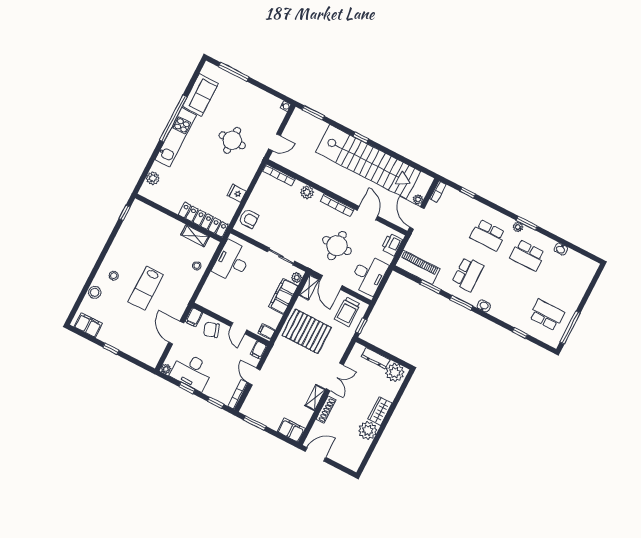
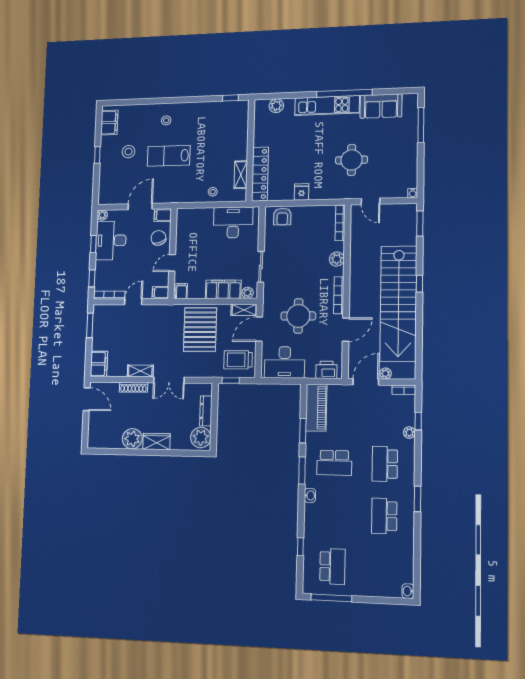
plant: (518, 227) -> (409, 433), moved
washbasin: (561, 249) -> (408, 591), moved
stool: (95, 292) -> (129, 152), moved

